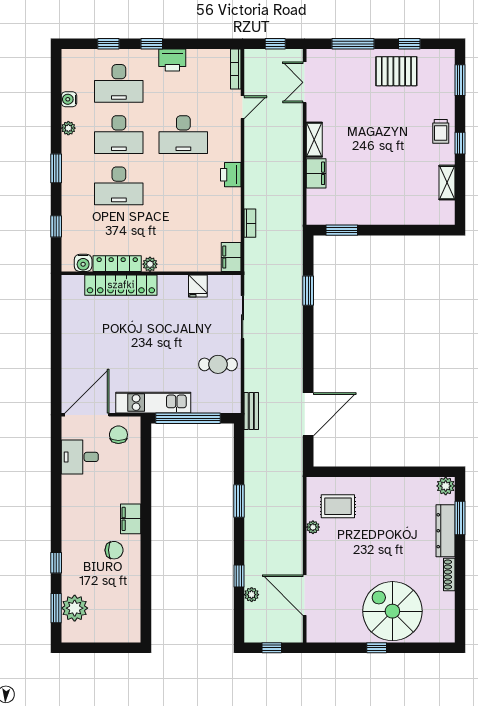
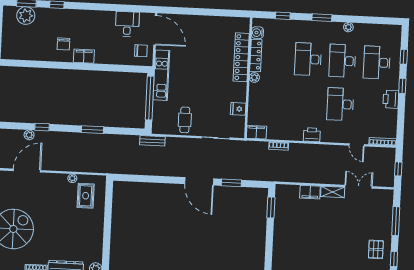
pallet: (396, 71) -> (376, 249), width x0.67, depth x0.71
double door: (305, 82) -> (359, 187), moved
water cooler: (69, 99) -> (368, 29), removed
door: (308, 414) -> (199, 181), moved

